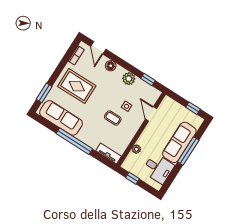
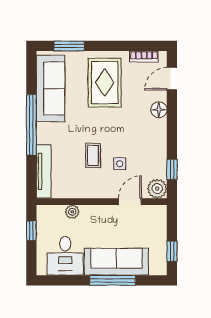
plant: (129, 79) -> (157, 189), moved
tv unit: (109, 154) -> (44, 171), width x1.41

